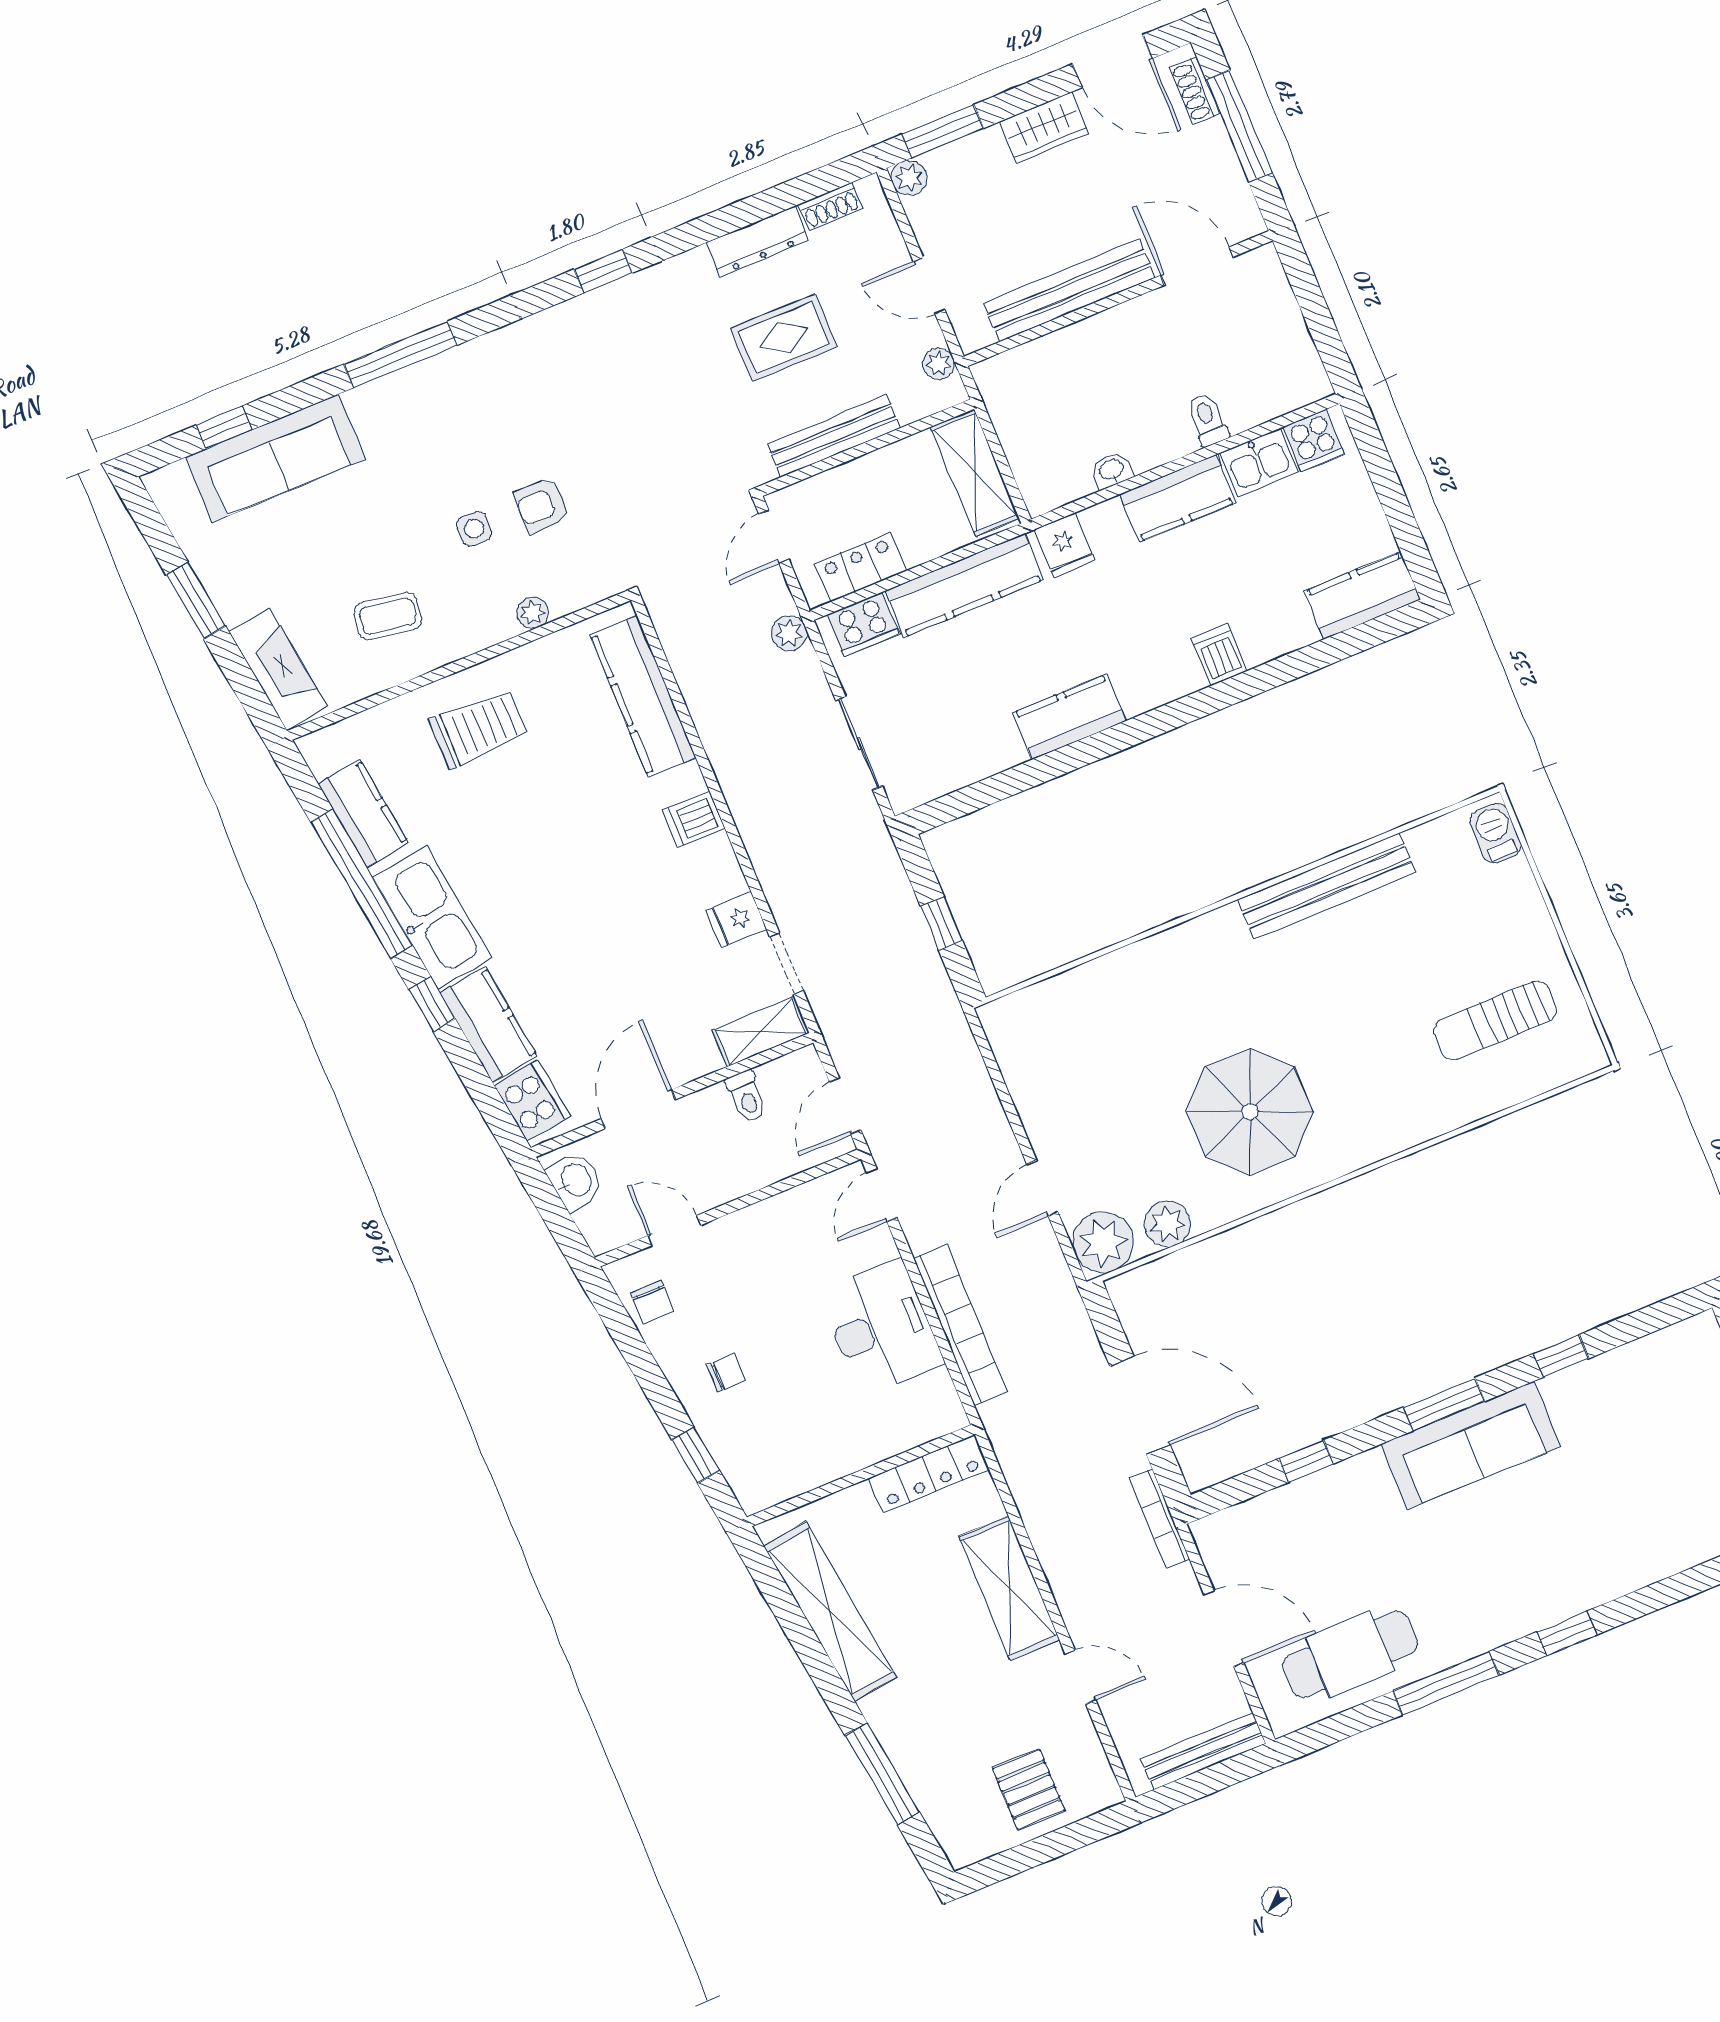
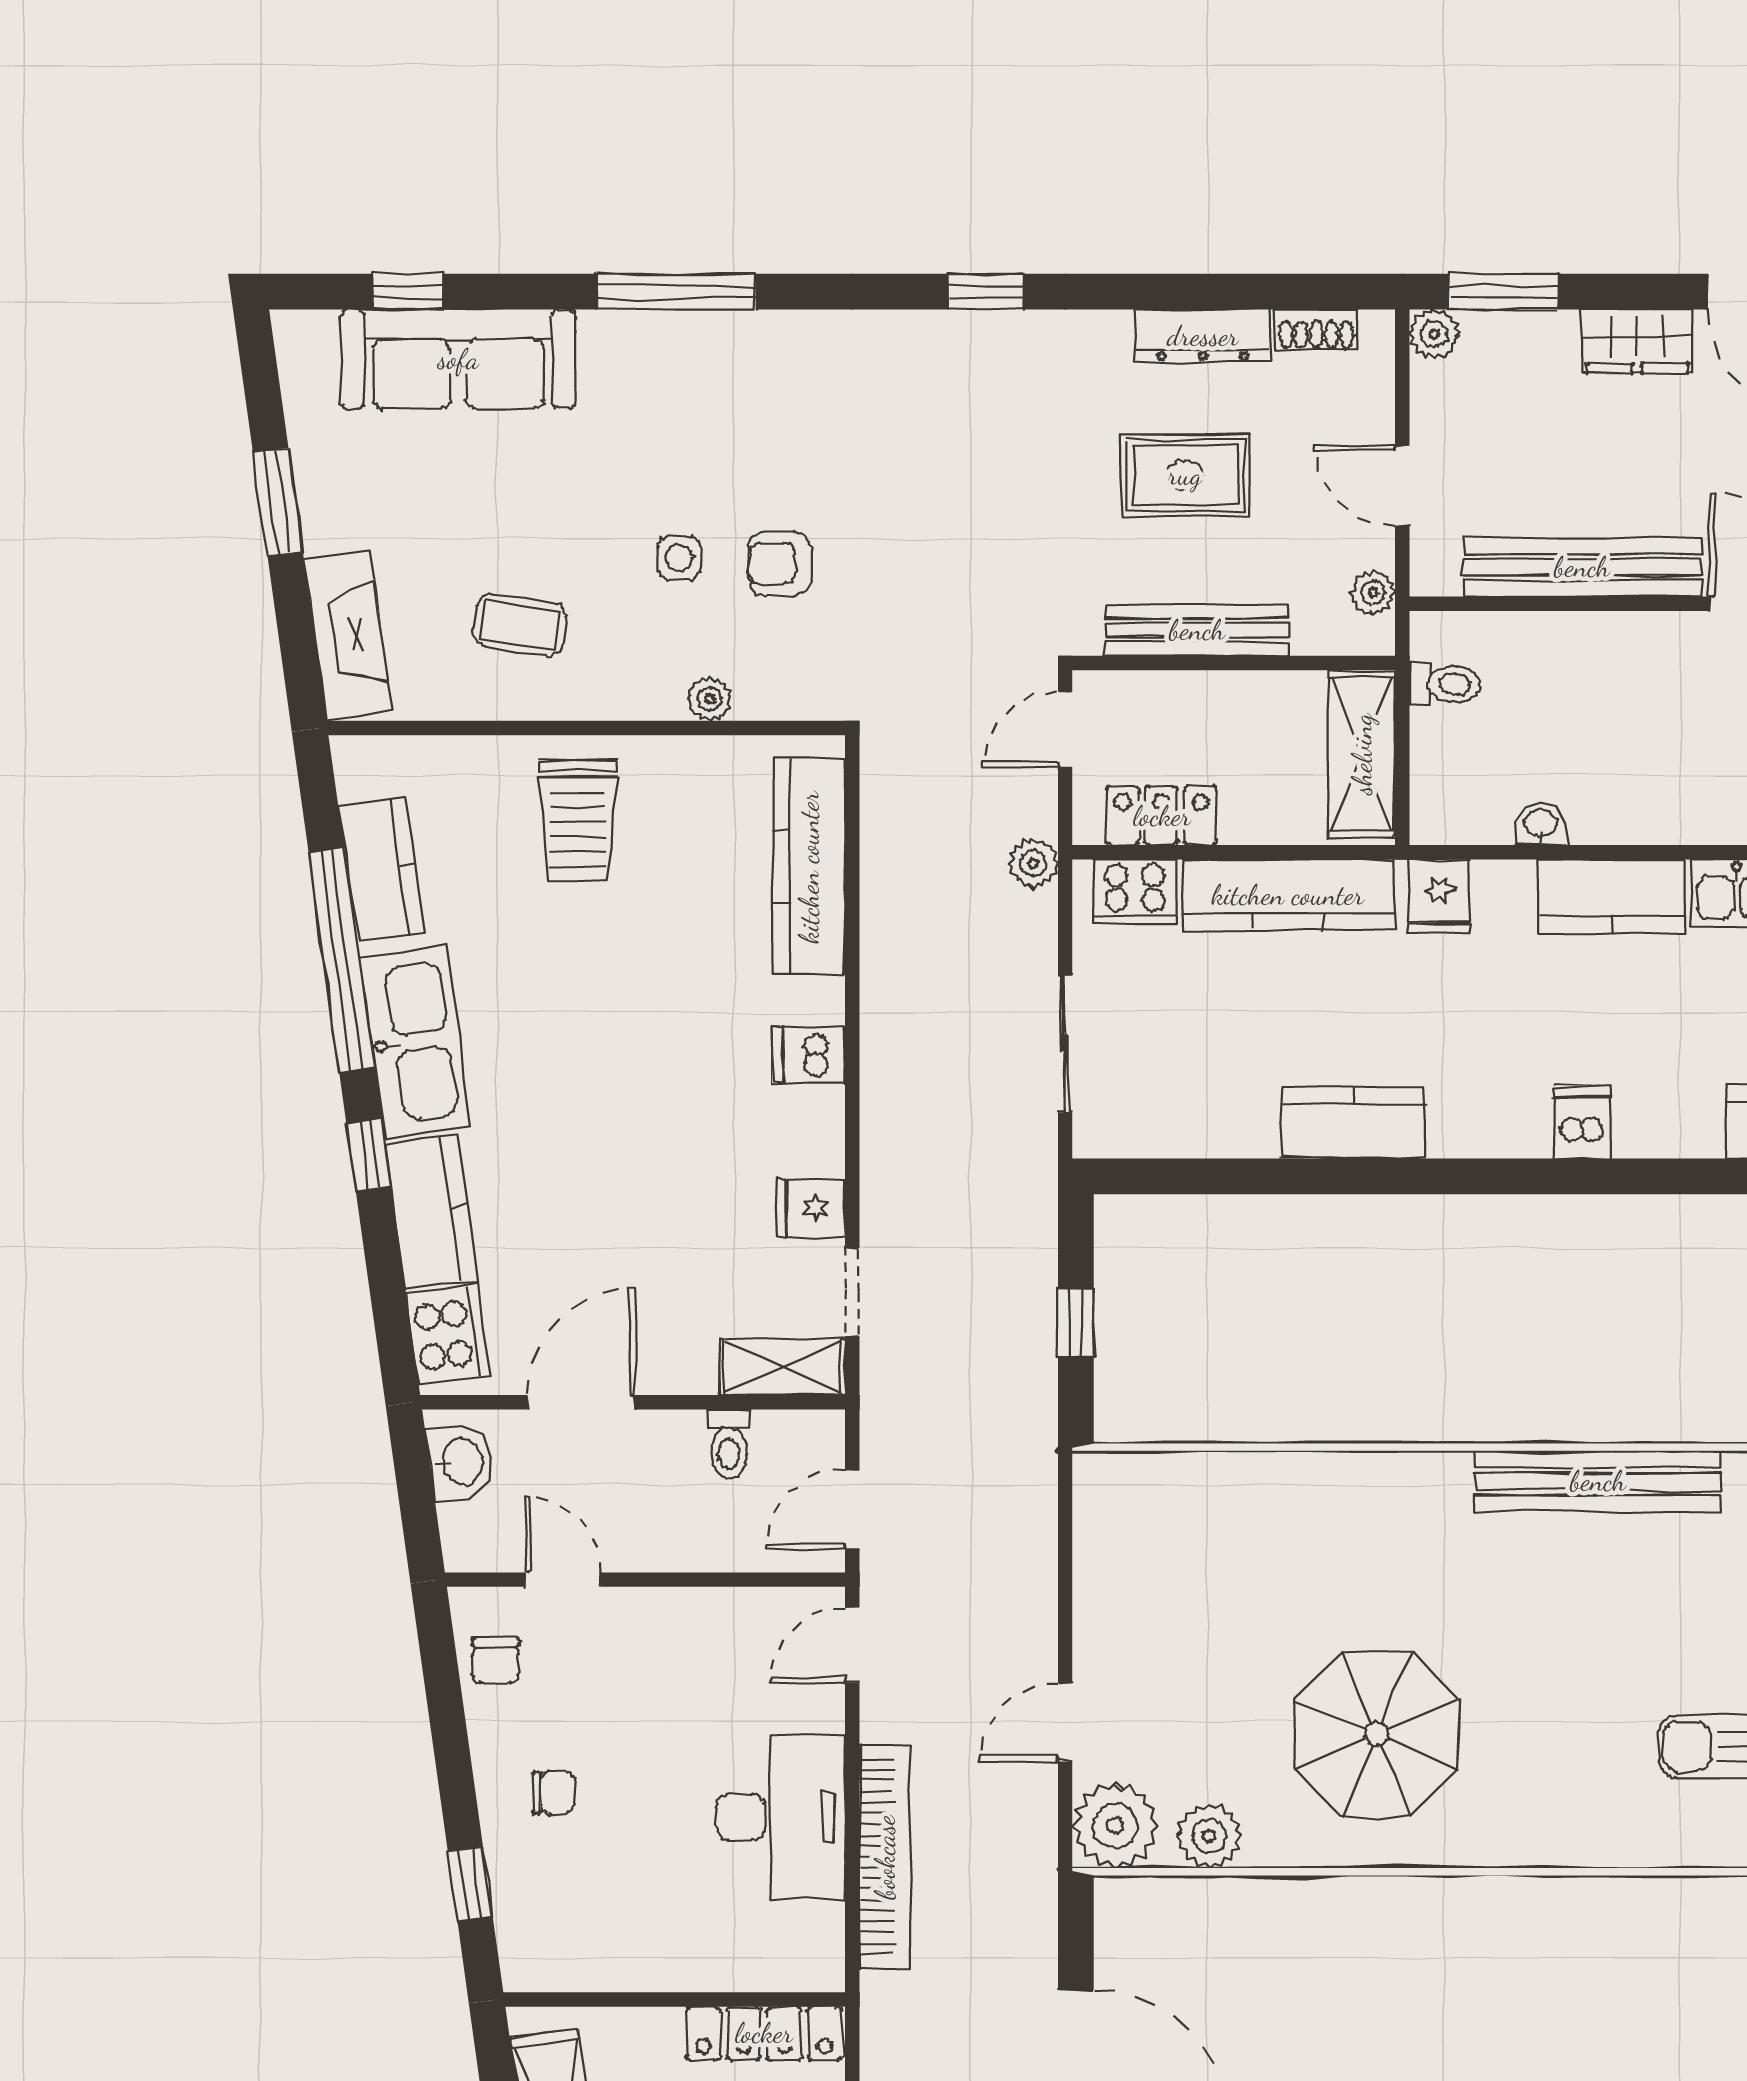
toilet: (1208, 420) -> (1445, 684), moved, turned 90
trolley: (479, 729) -> (578, 821), turned 90

